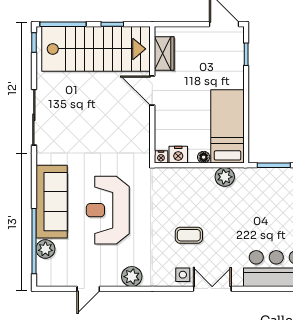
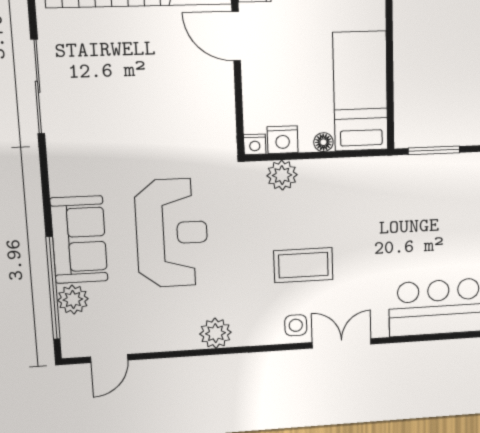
plant: (225, 177) -> (282, 175), moved
sofa: (52, 202) -> (79, 240), width x0.73
reception desk: (108, 210) -> (172, 233), turned 180
coffee table: (189, 235) -> (303, 265), width x1.36, depth x1.30
door: (88, 289) -> (109, 359), moved

